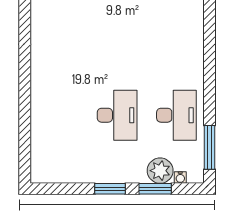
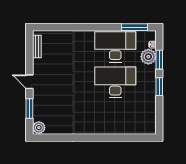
desk: (117, 115) -> (115, 82), width x1.36, depth x1.30
desk: (176, 115) -> (115, 47), width x1.36, depth x1.30

